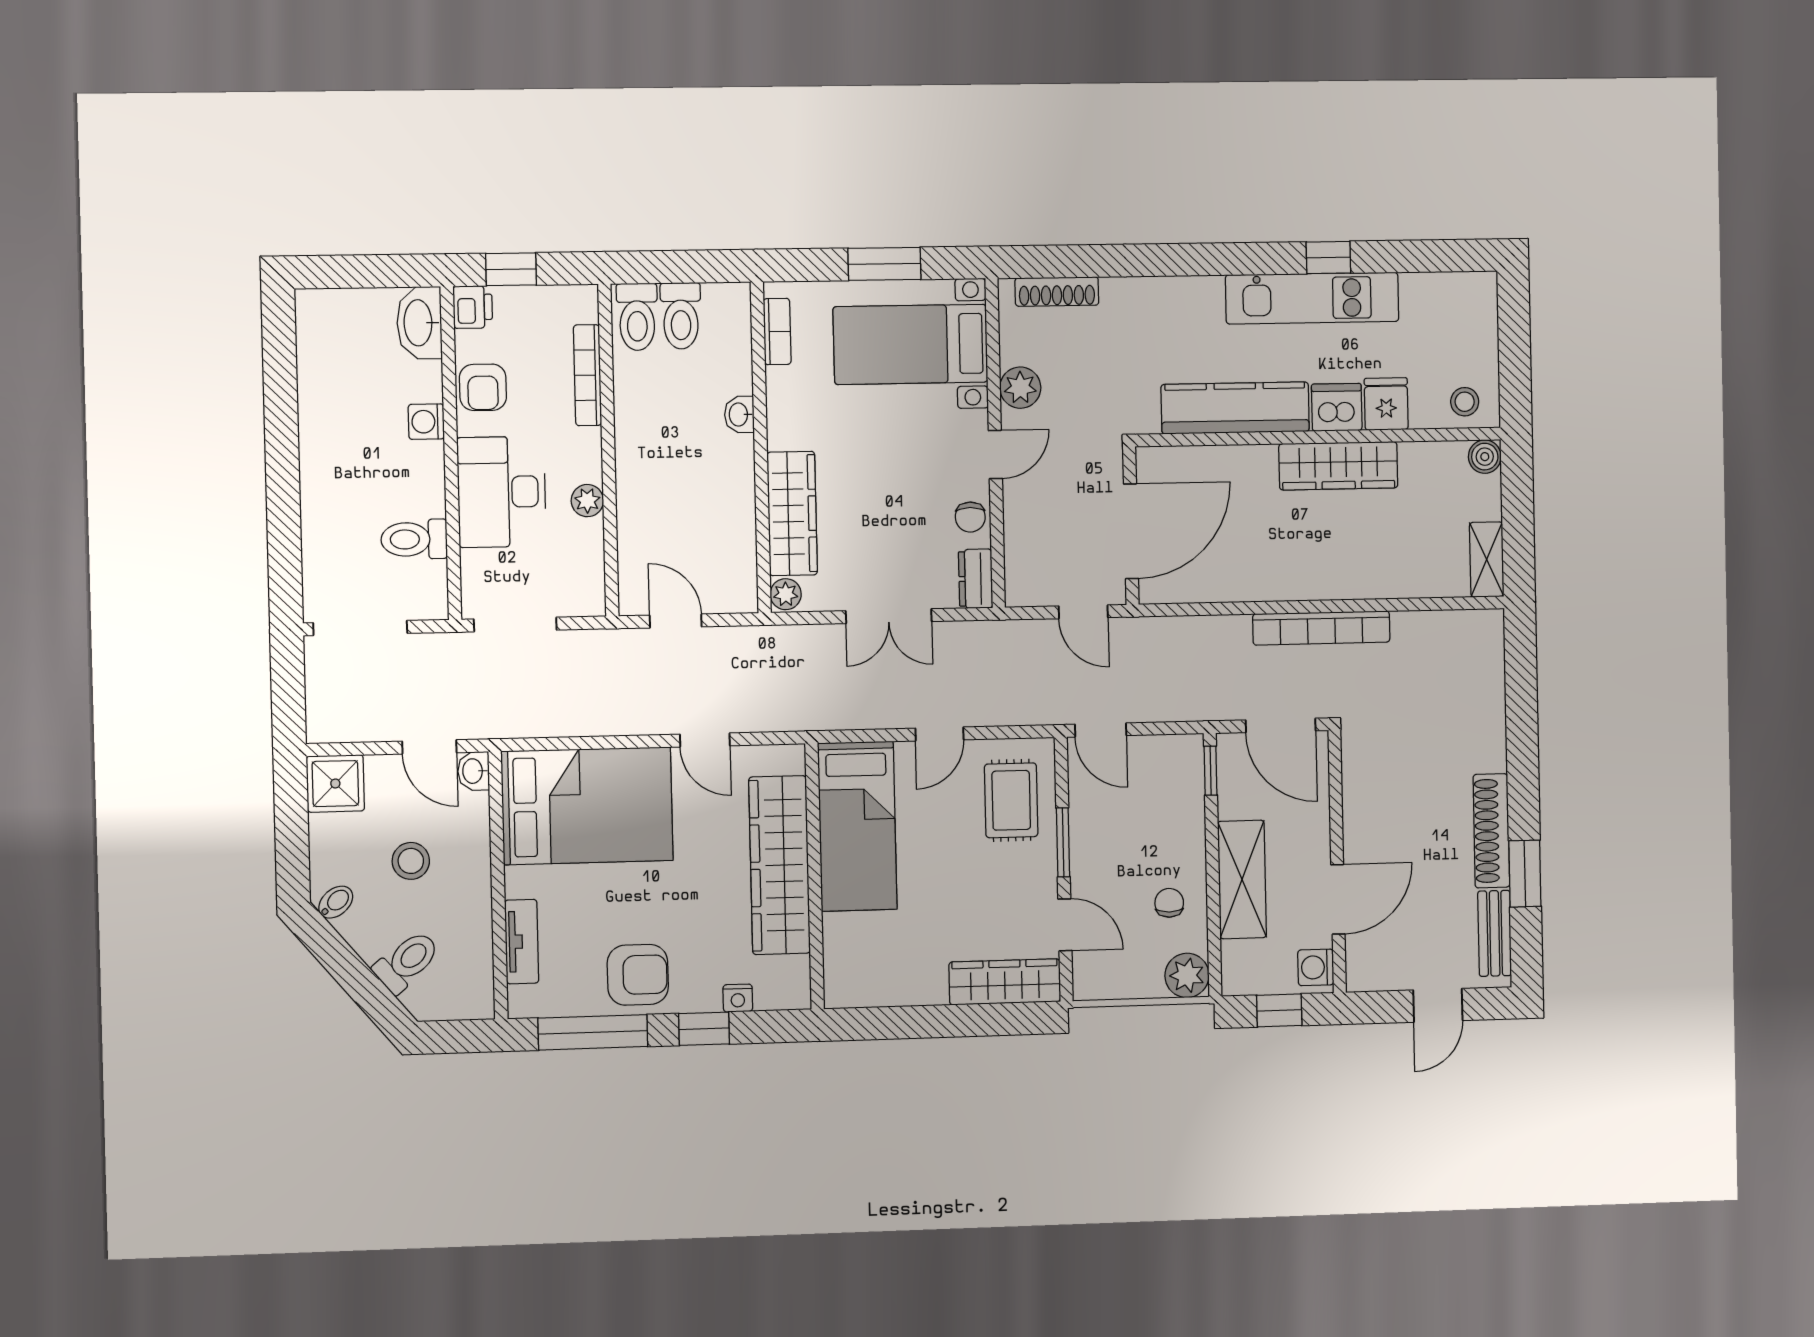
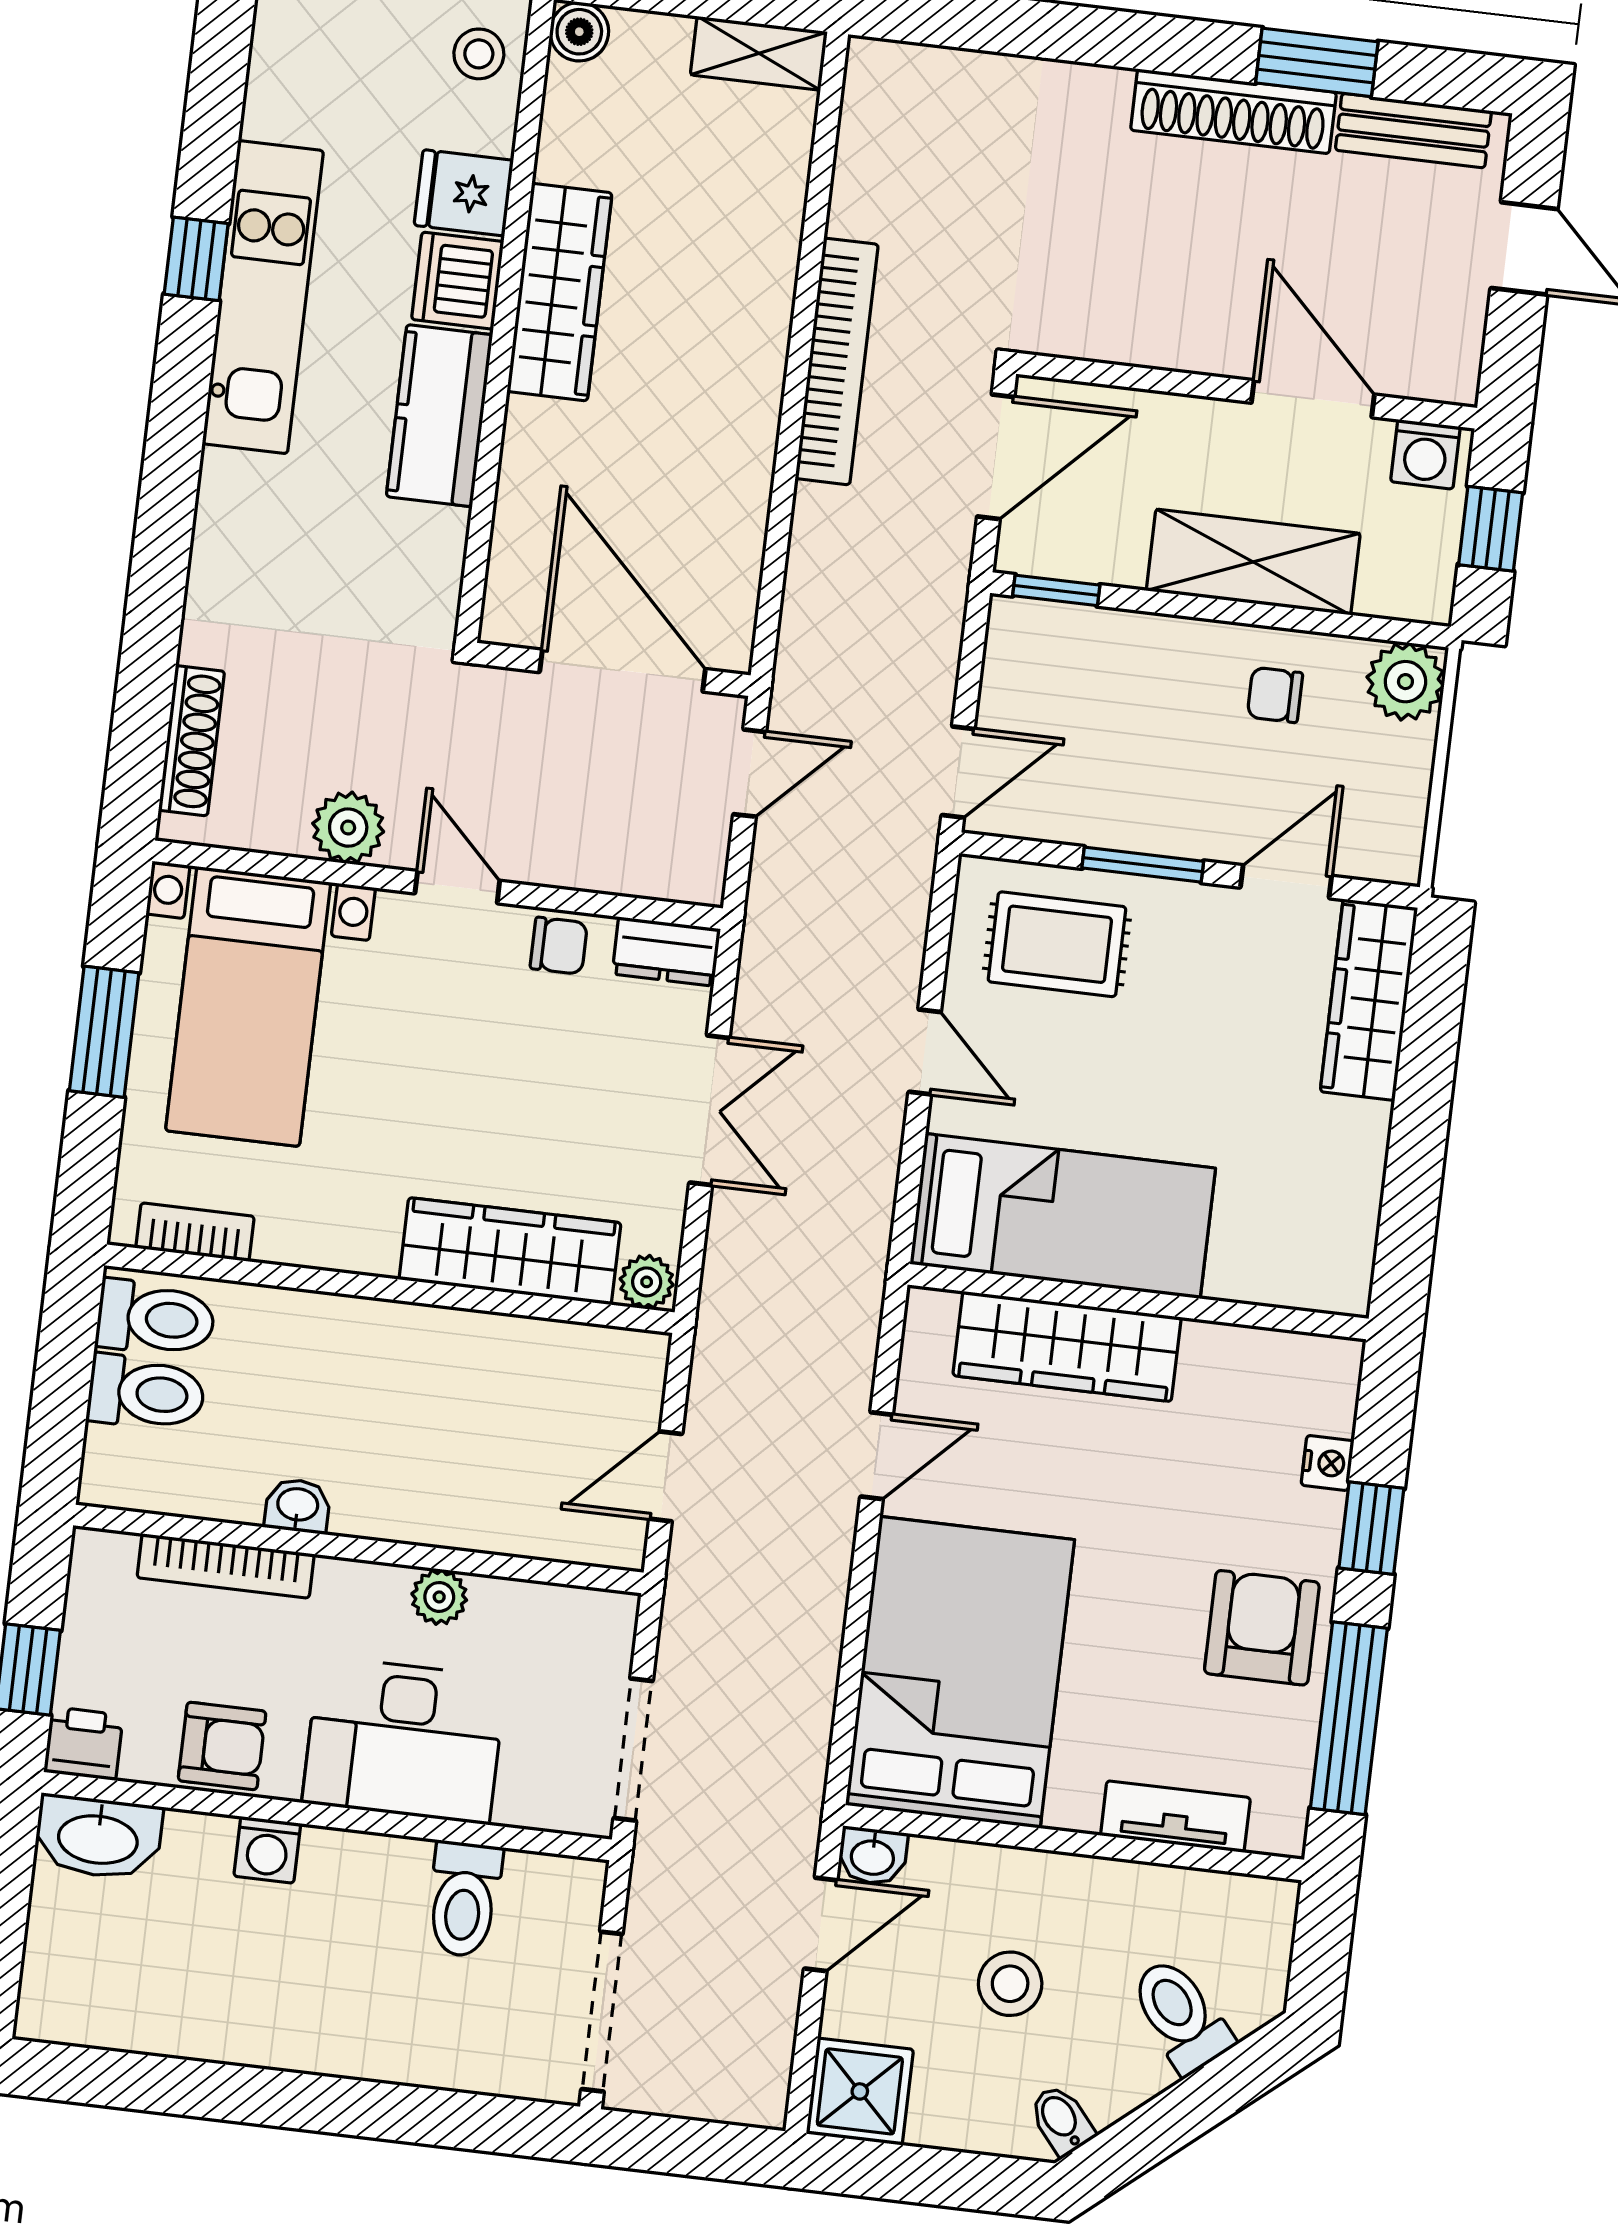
toilet: (637, 317) -> (156, 1318), moved
kitchen counter: (1235, 408) -> (439, 416), width x0.67
washbasin: (739, 415) -> (298, 1506), moved, turned 180
wardrobe: (780, 865) -> (1067, 1346), width x0.71, depth x0.85

